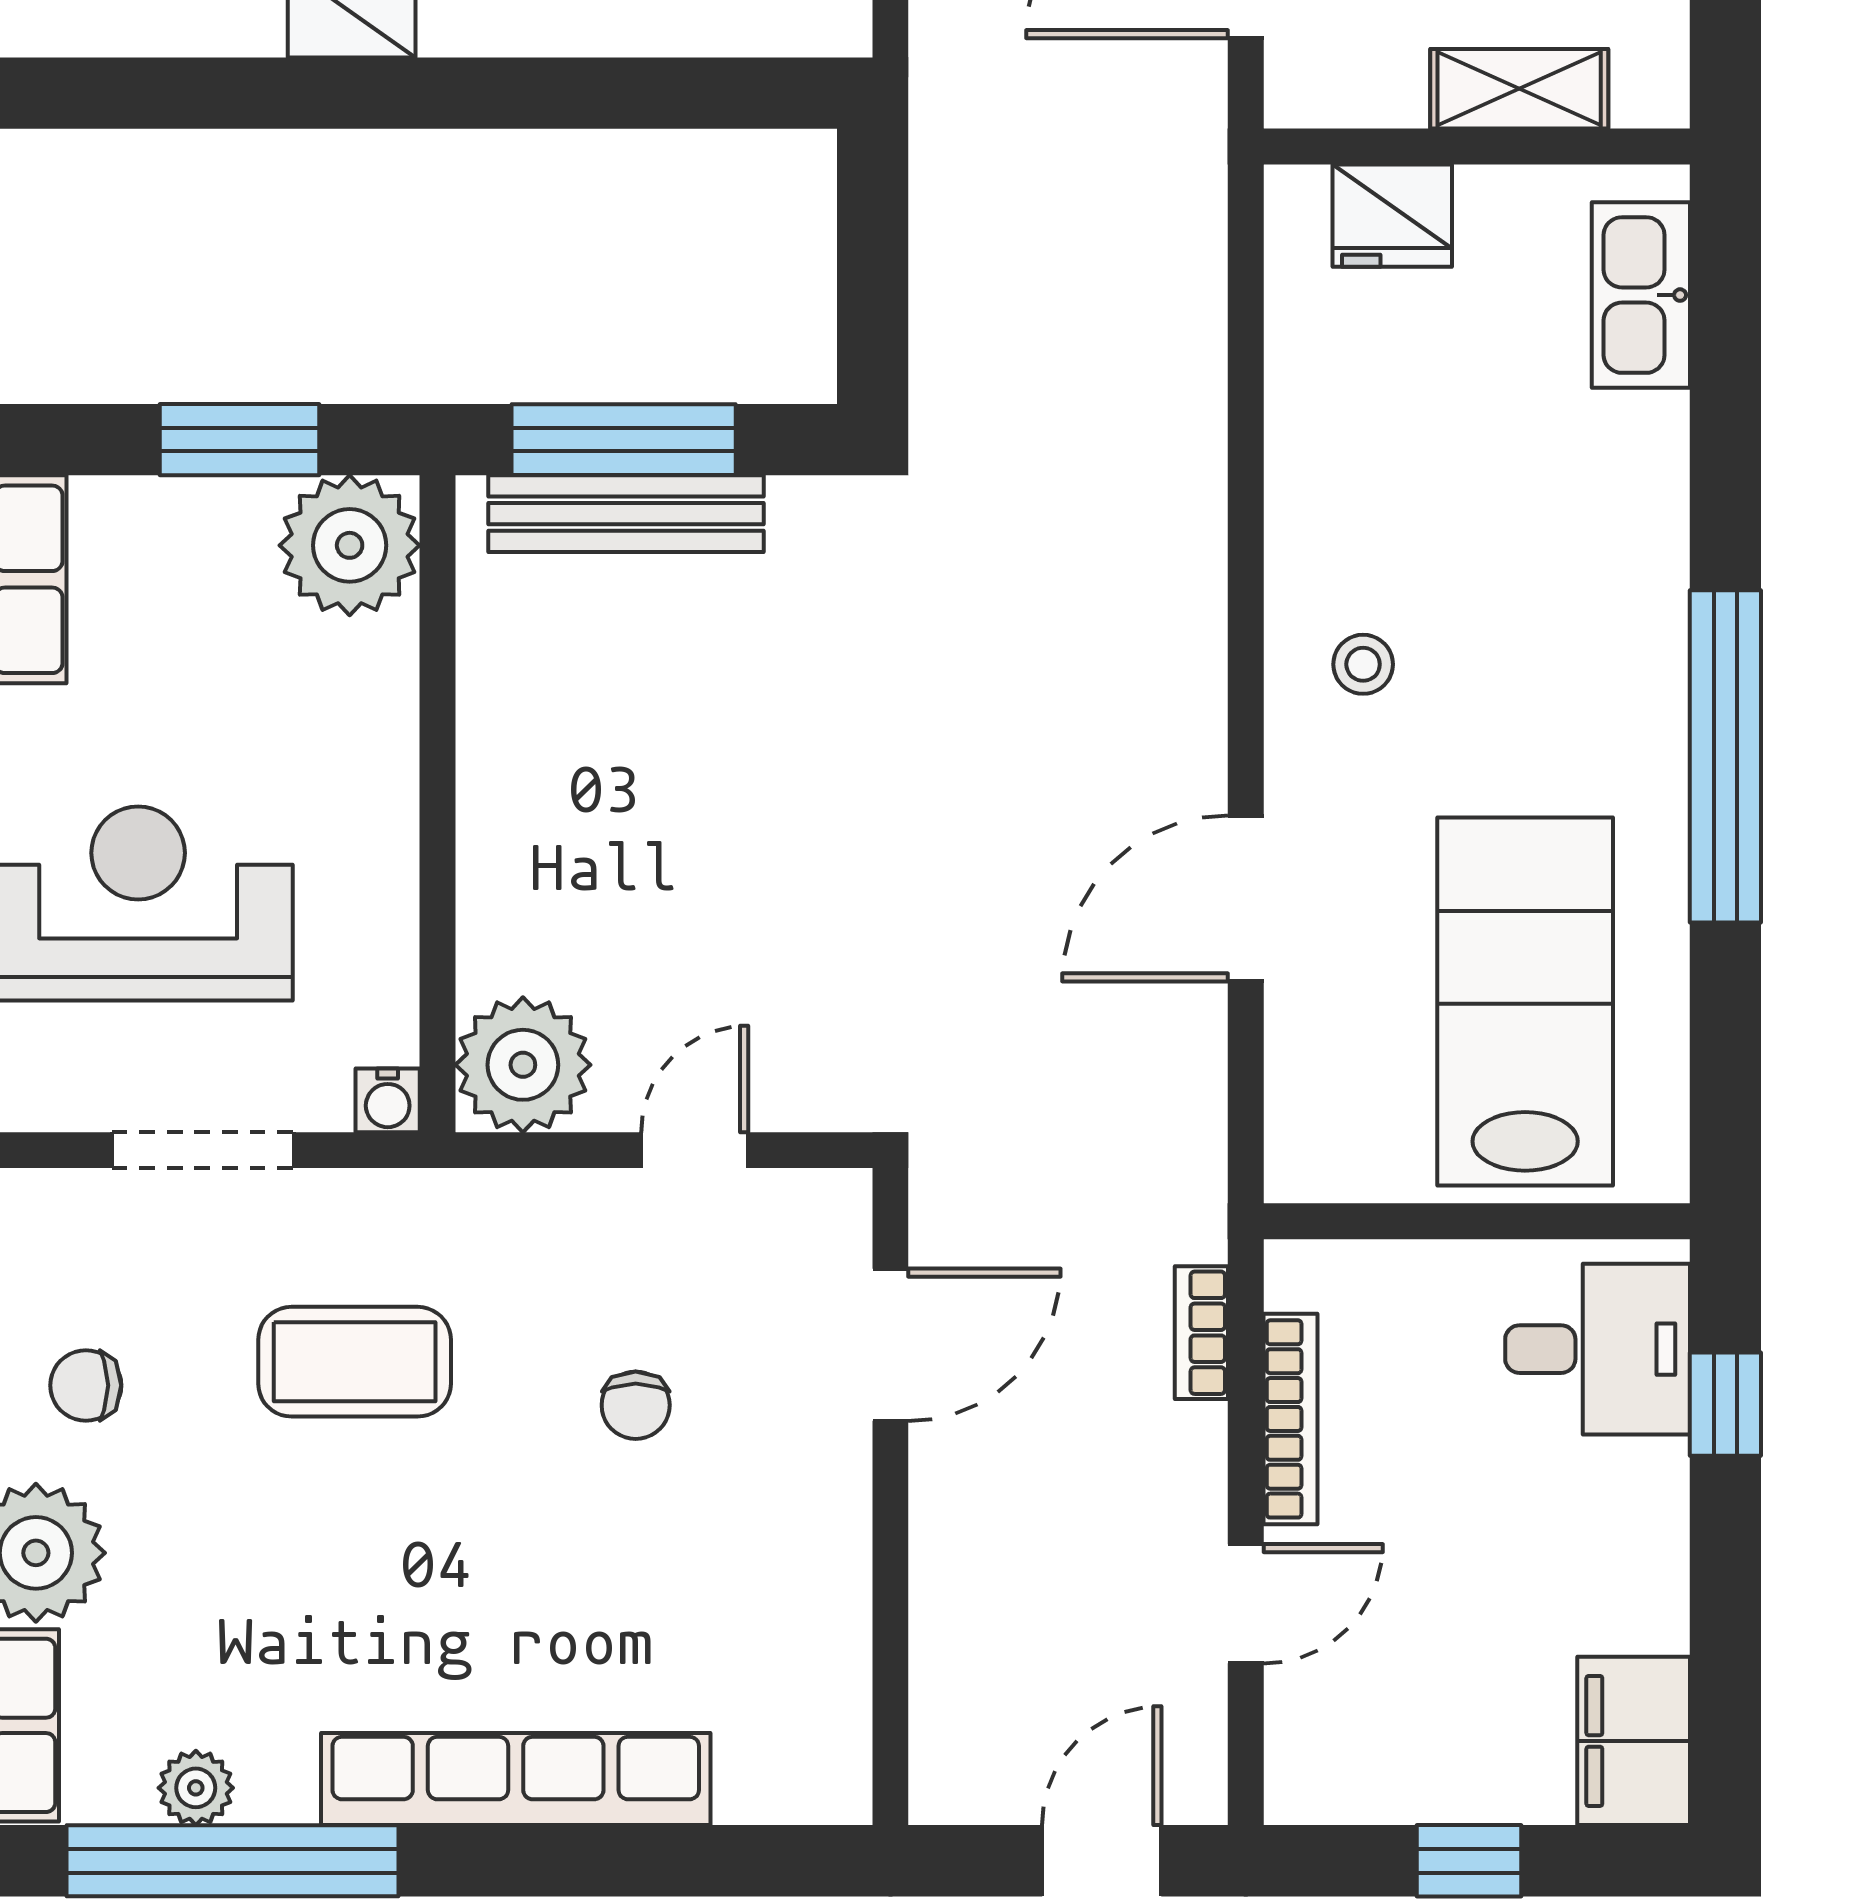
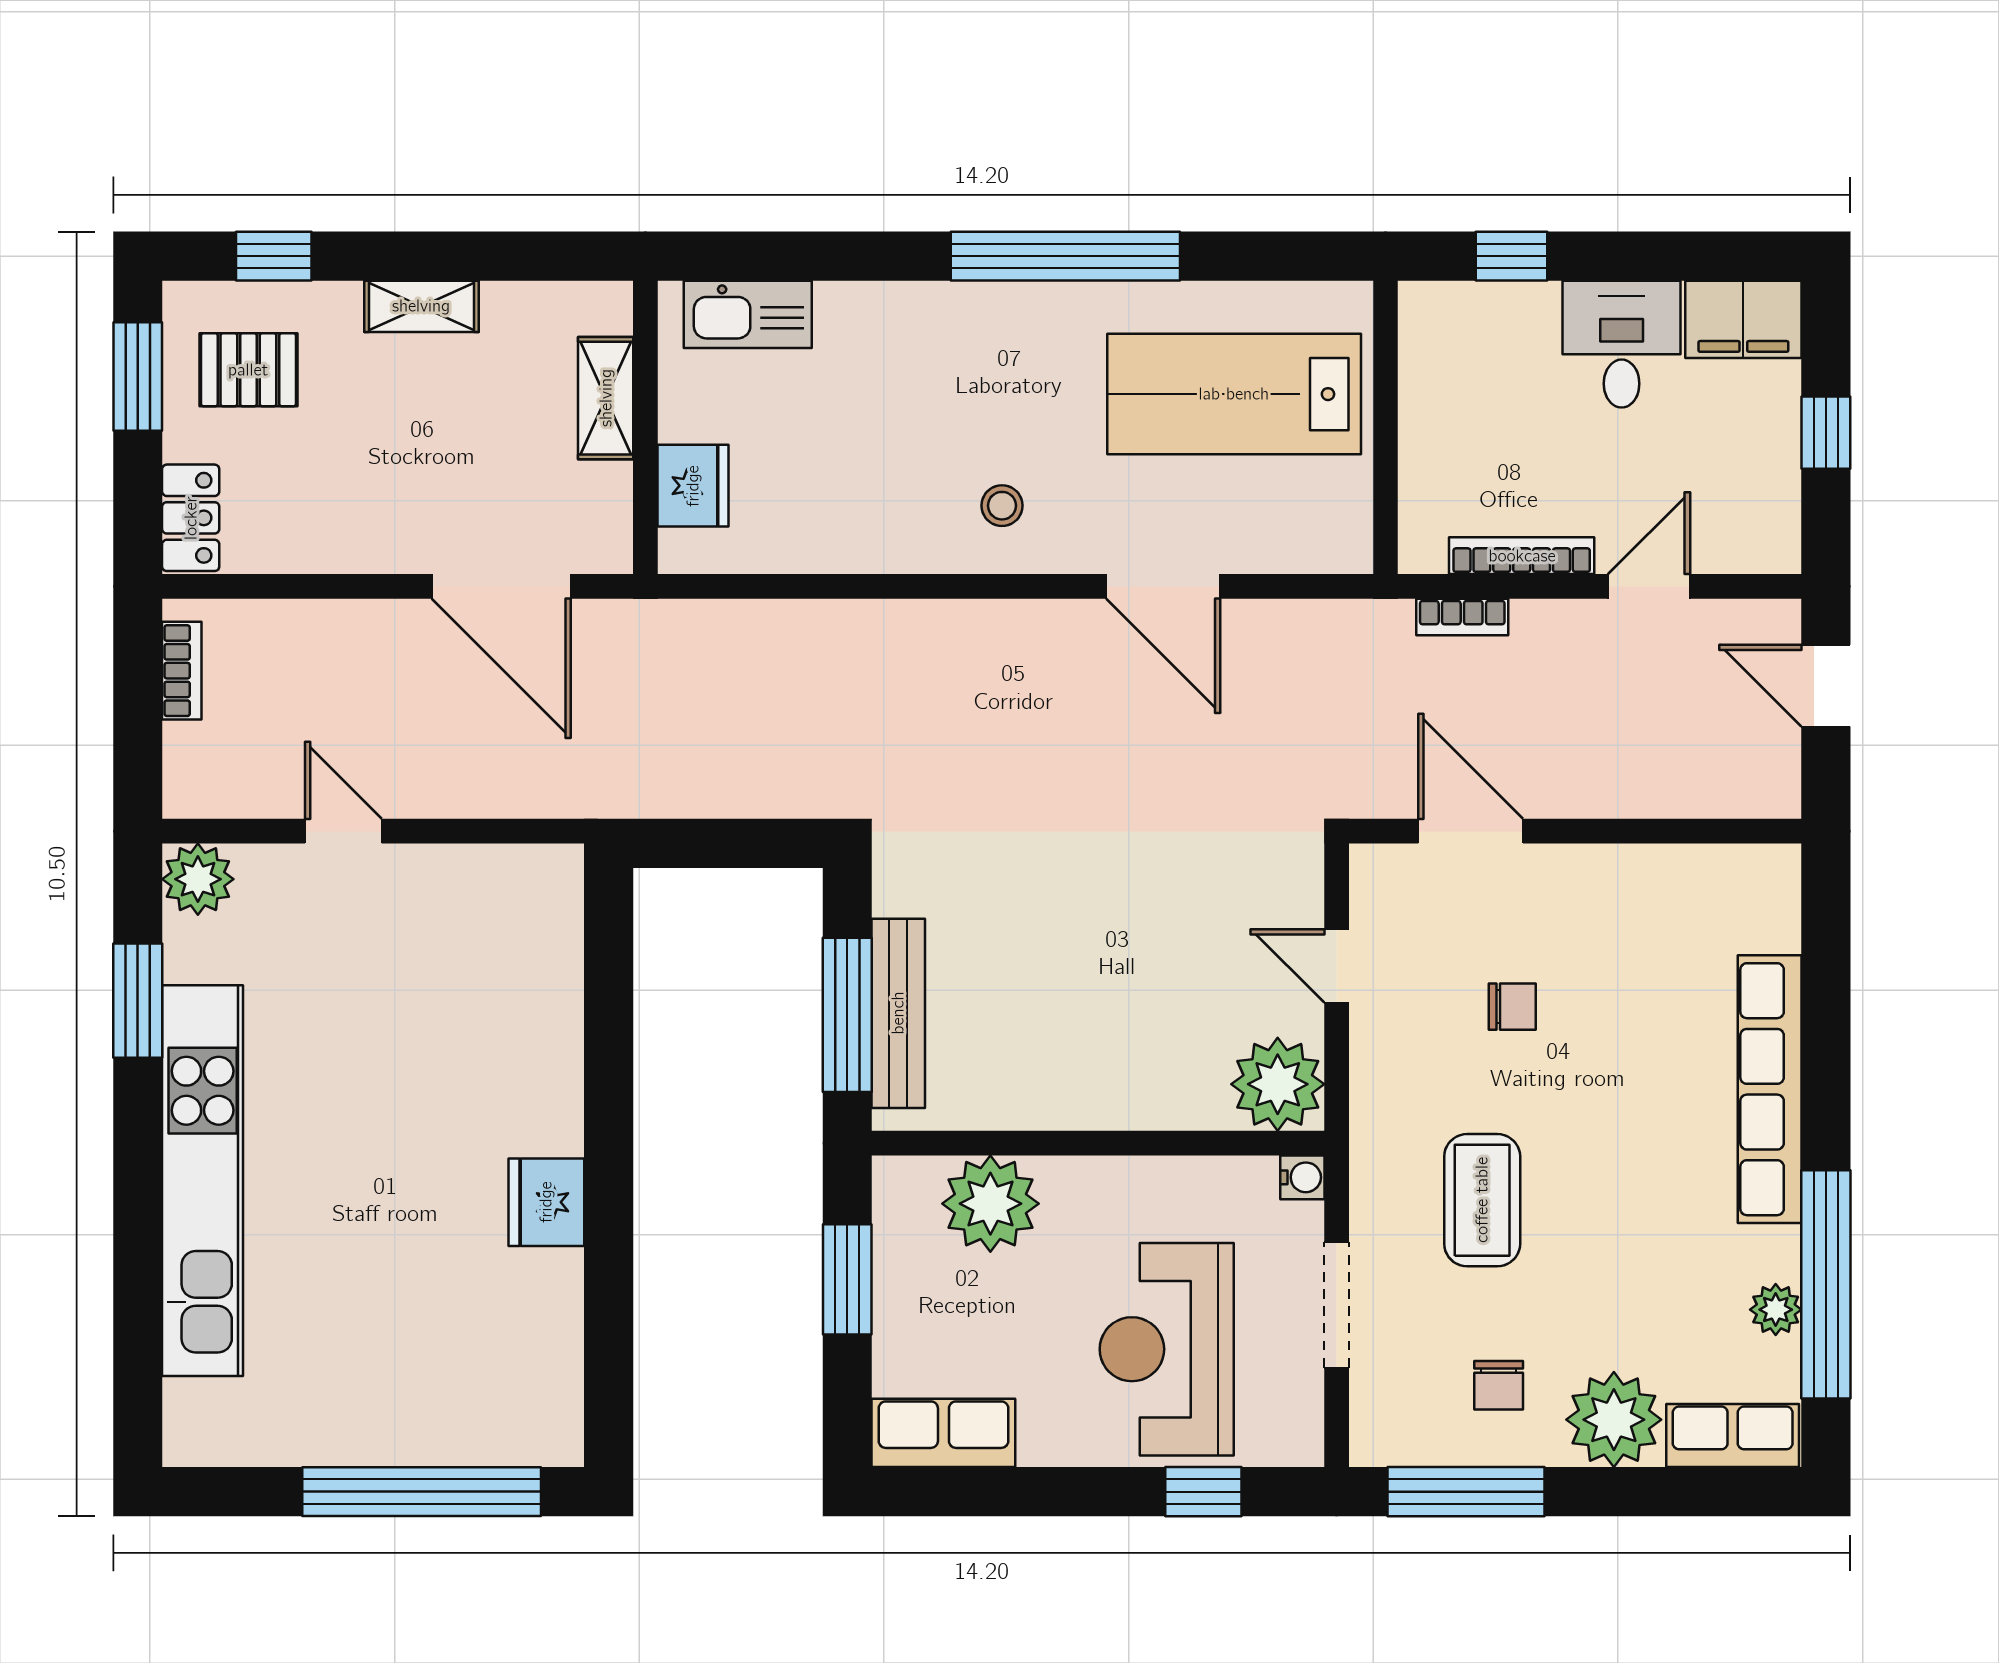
plant: (350, 545) -> (990, 1204), moved
desk: (1598, 1349) -> (1622, 344), moved
door: (1246, 1604) -> (1649, 586), hinge flipped

